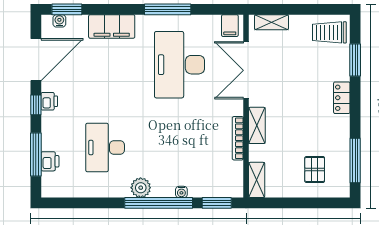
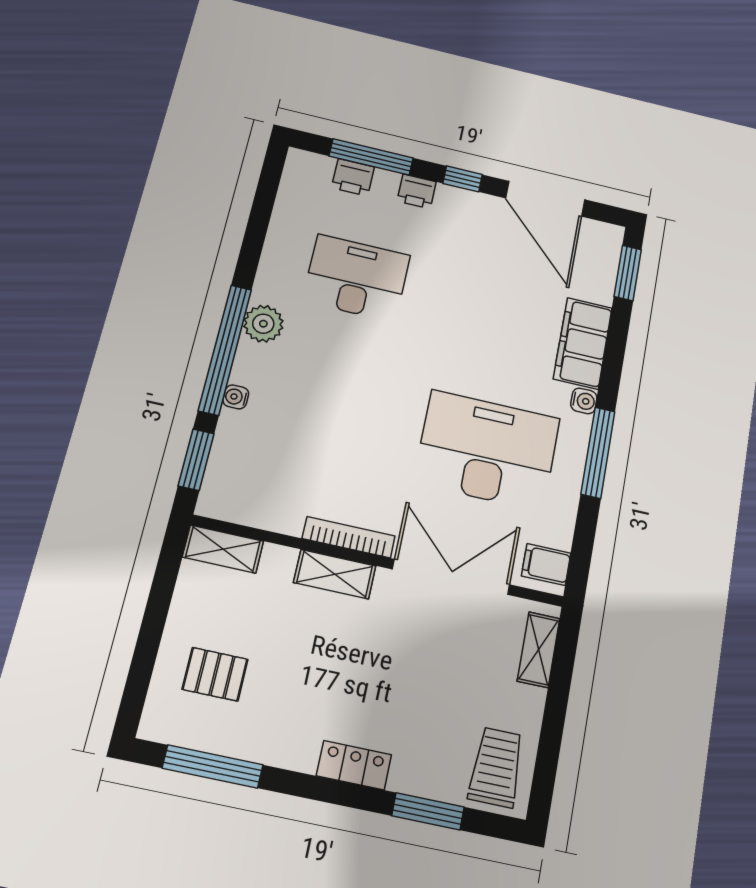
water cooler: (59, 21) -> (584, 401), moved
printer: (49, 101) -> (417, 191), moved
bookcase: (238, 138) -> (349, 537), moved

